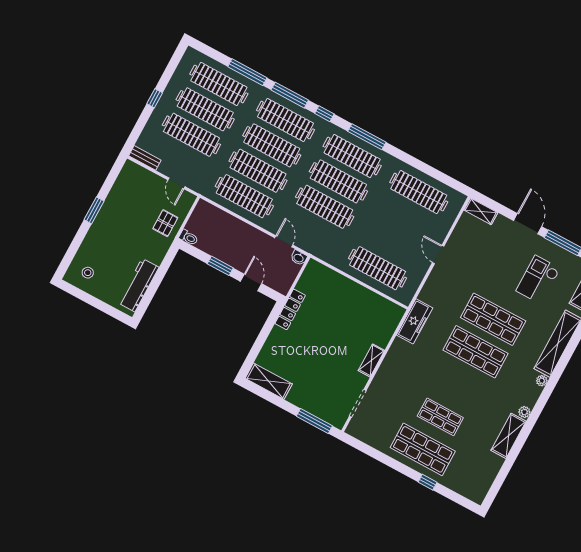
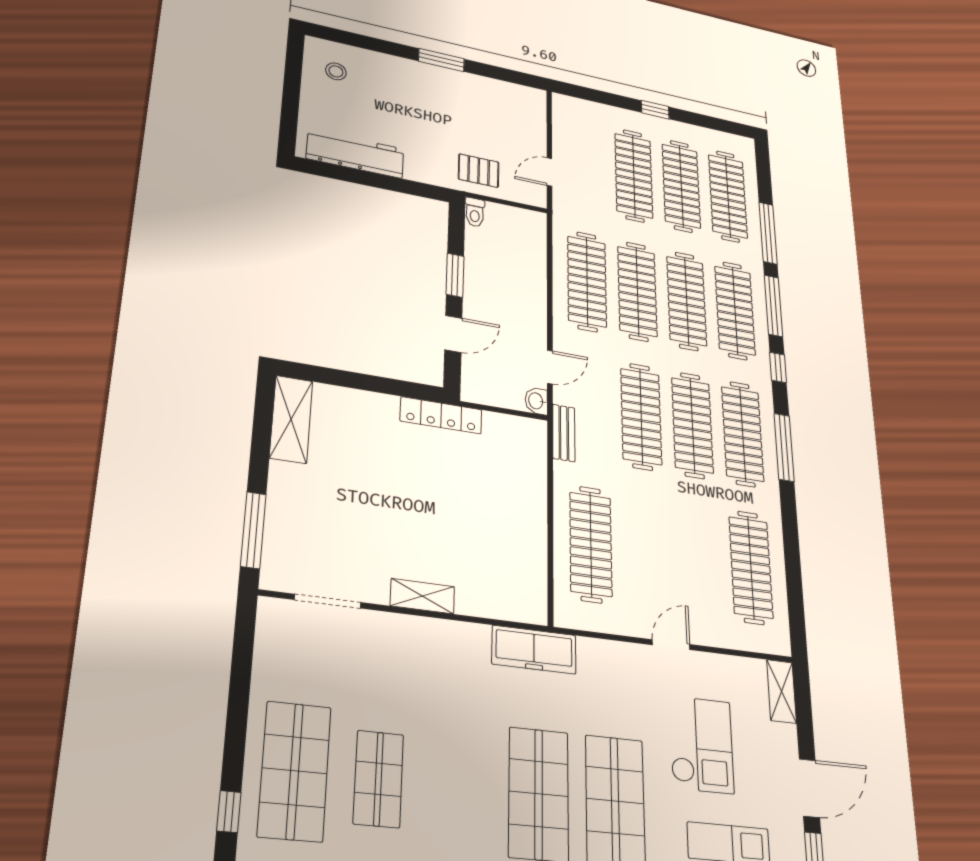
bench: (145, 158) -> (564, 433), moved
checkout: (487, 265) -> (701, 745), added

